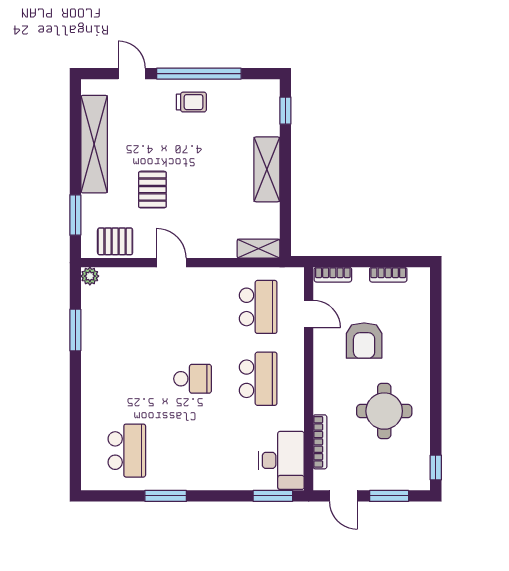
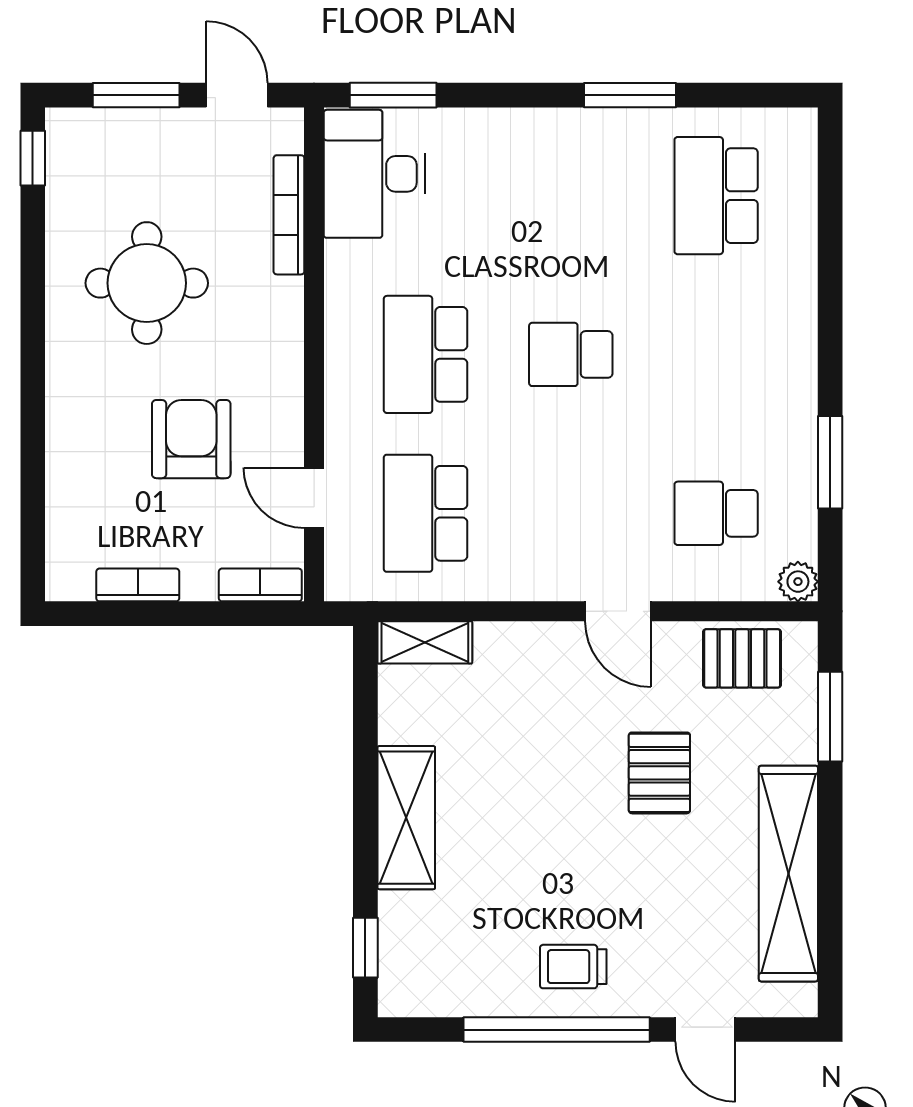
school desk: (127, 307) -> (716, 513), added

